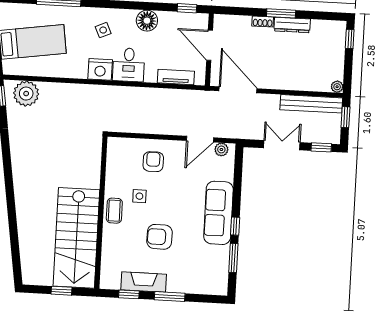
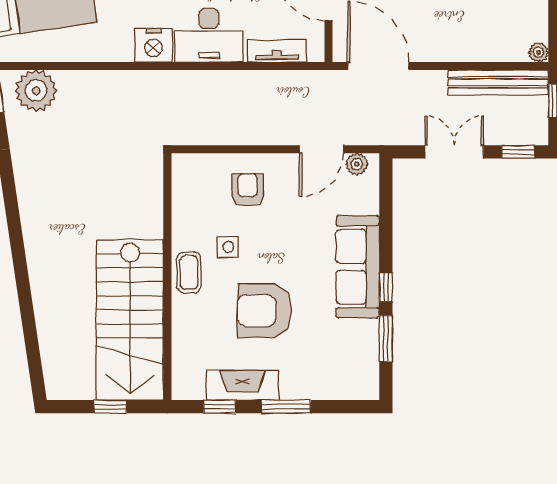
desk: (129, 65) -> (209, 35), width x1.37
armchair: (160, 237) -> (264, 311), width x1.36, depth x1.36

